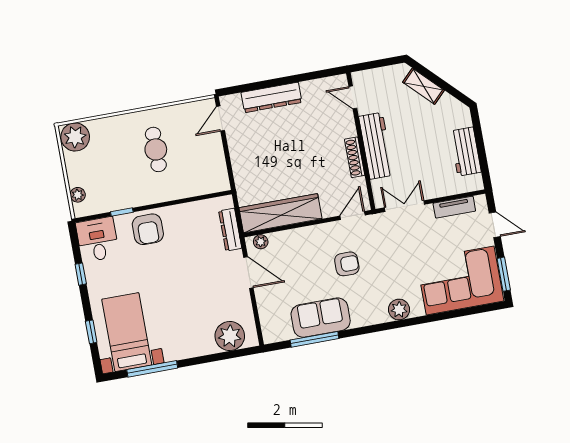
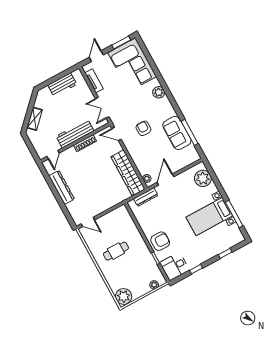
dresser: (271, 97) -> (62, 187), moved
bed with nightstands: (127, 332) -> (209, 216), moved

